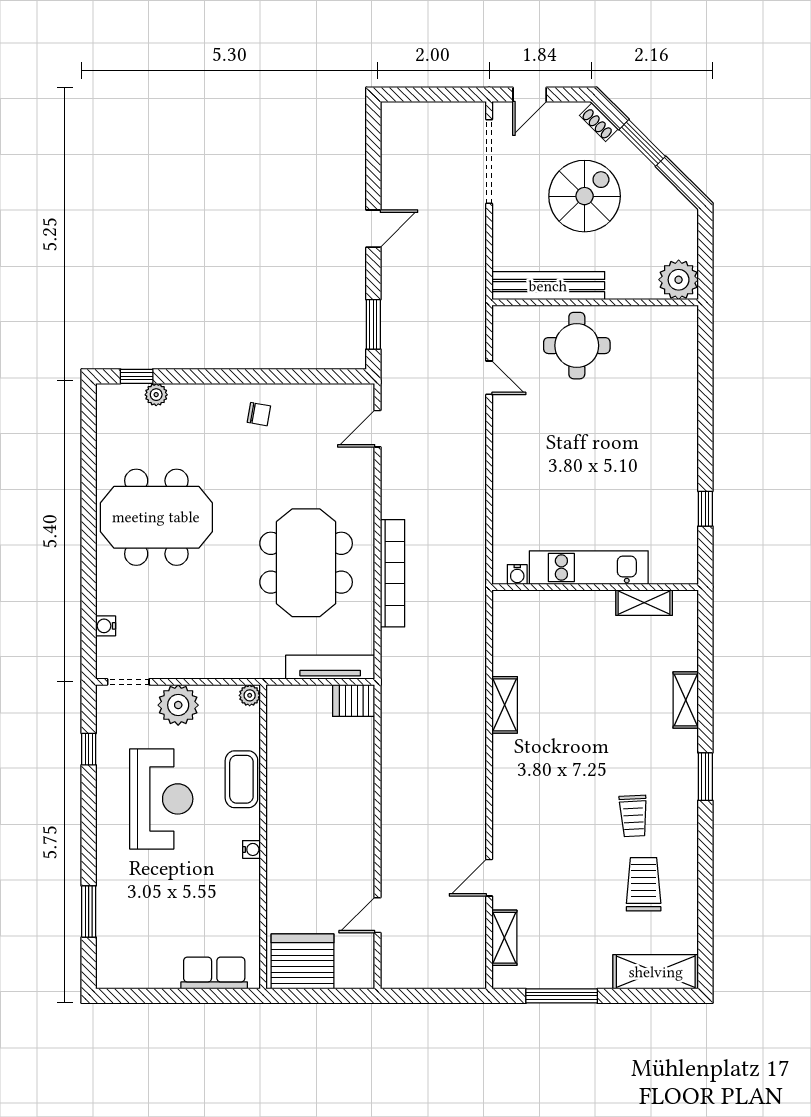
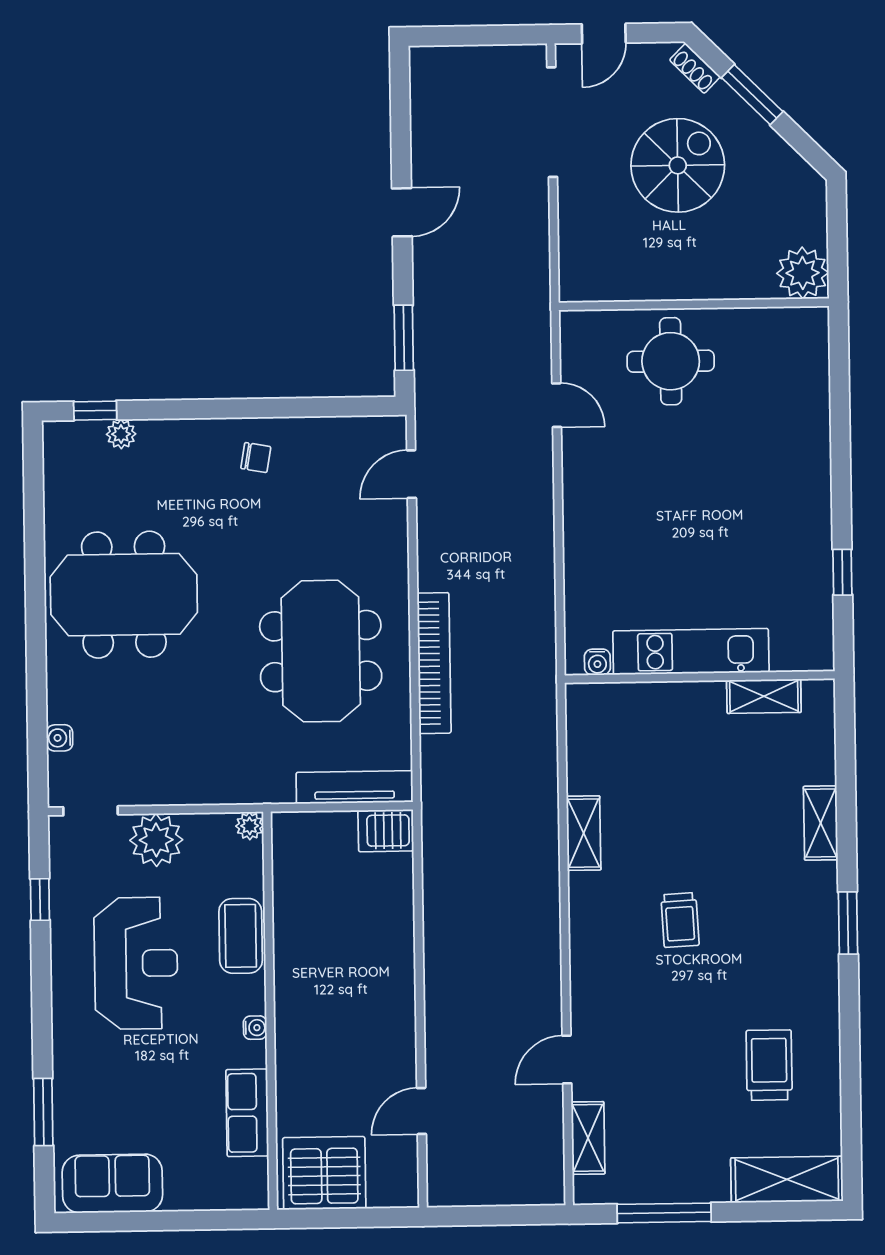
bench: (548, 286) -> (632, 283), removed
trolley: (633, 816) -> (680, 920), moved
sofa: (141, 967) -> (112, 1183), added
row of seats: (214, 973) -> (247, 1113), moved, turned -90

